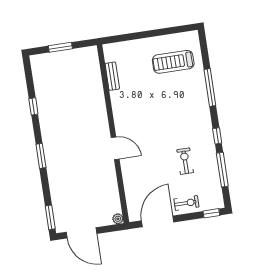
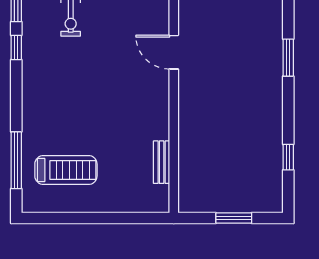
window: (210, 87) -> (16, 160), moved
window: (33, 106) -> (288, 157), moved

